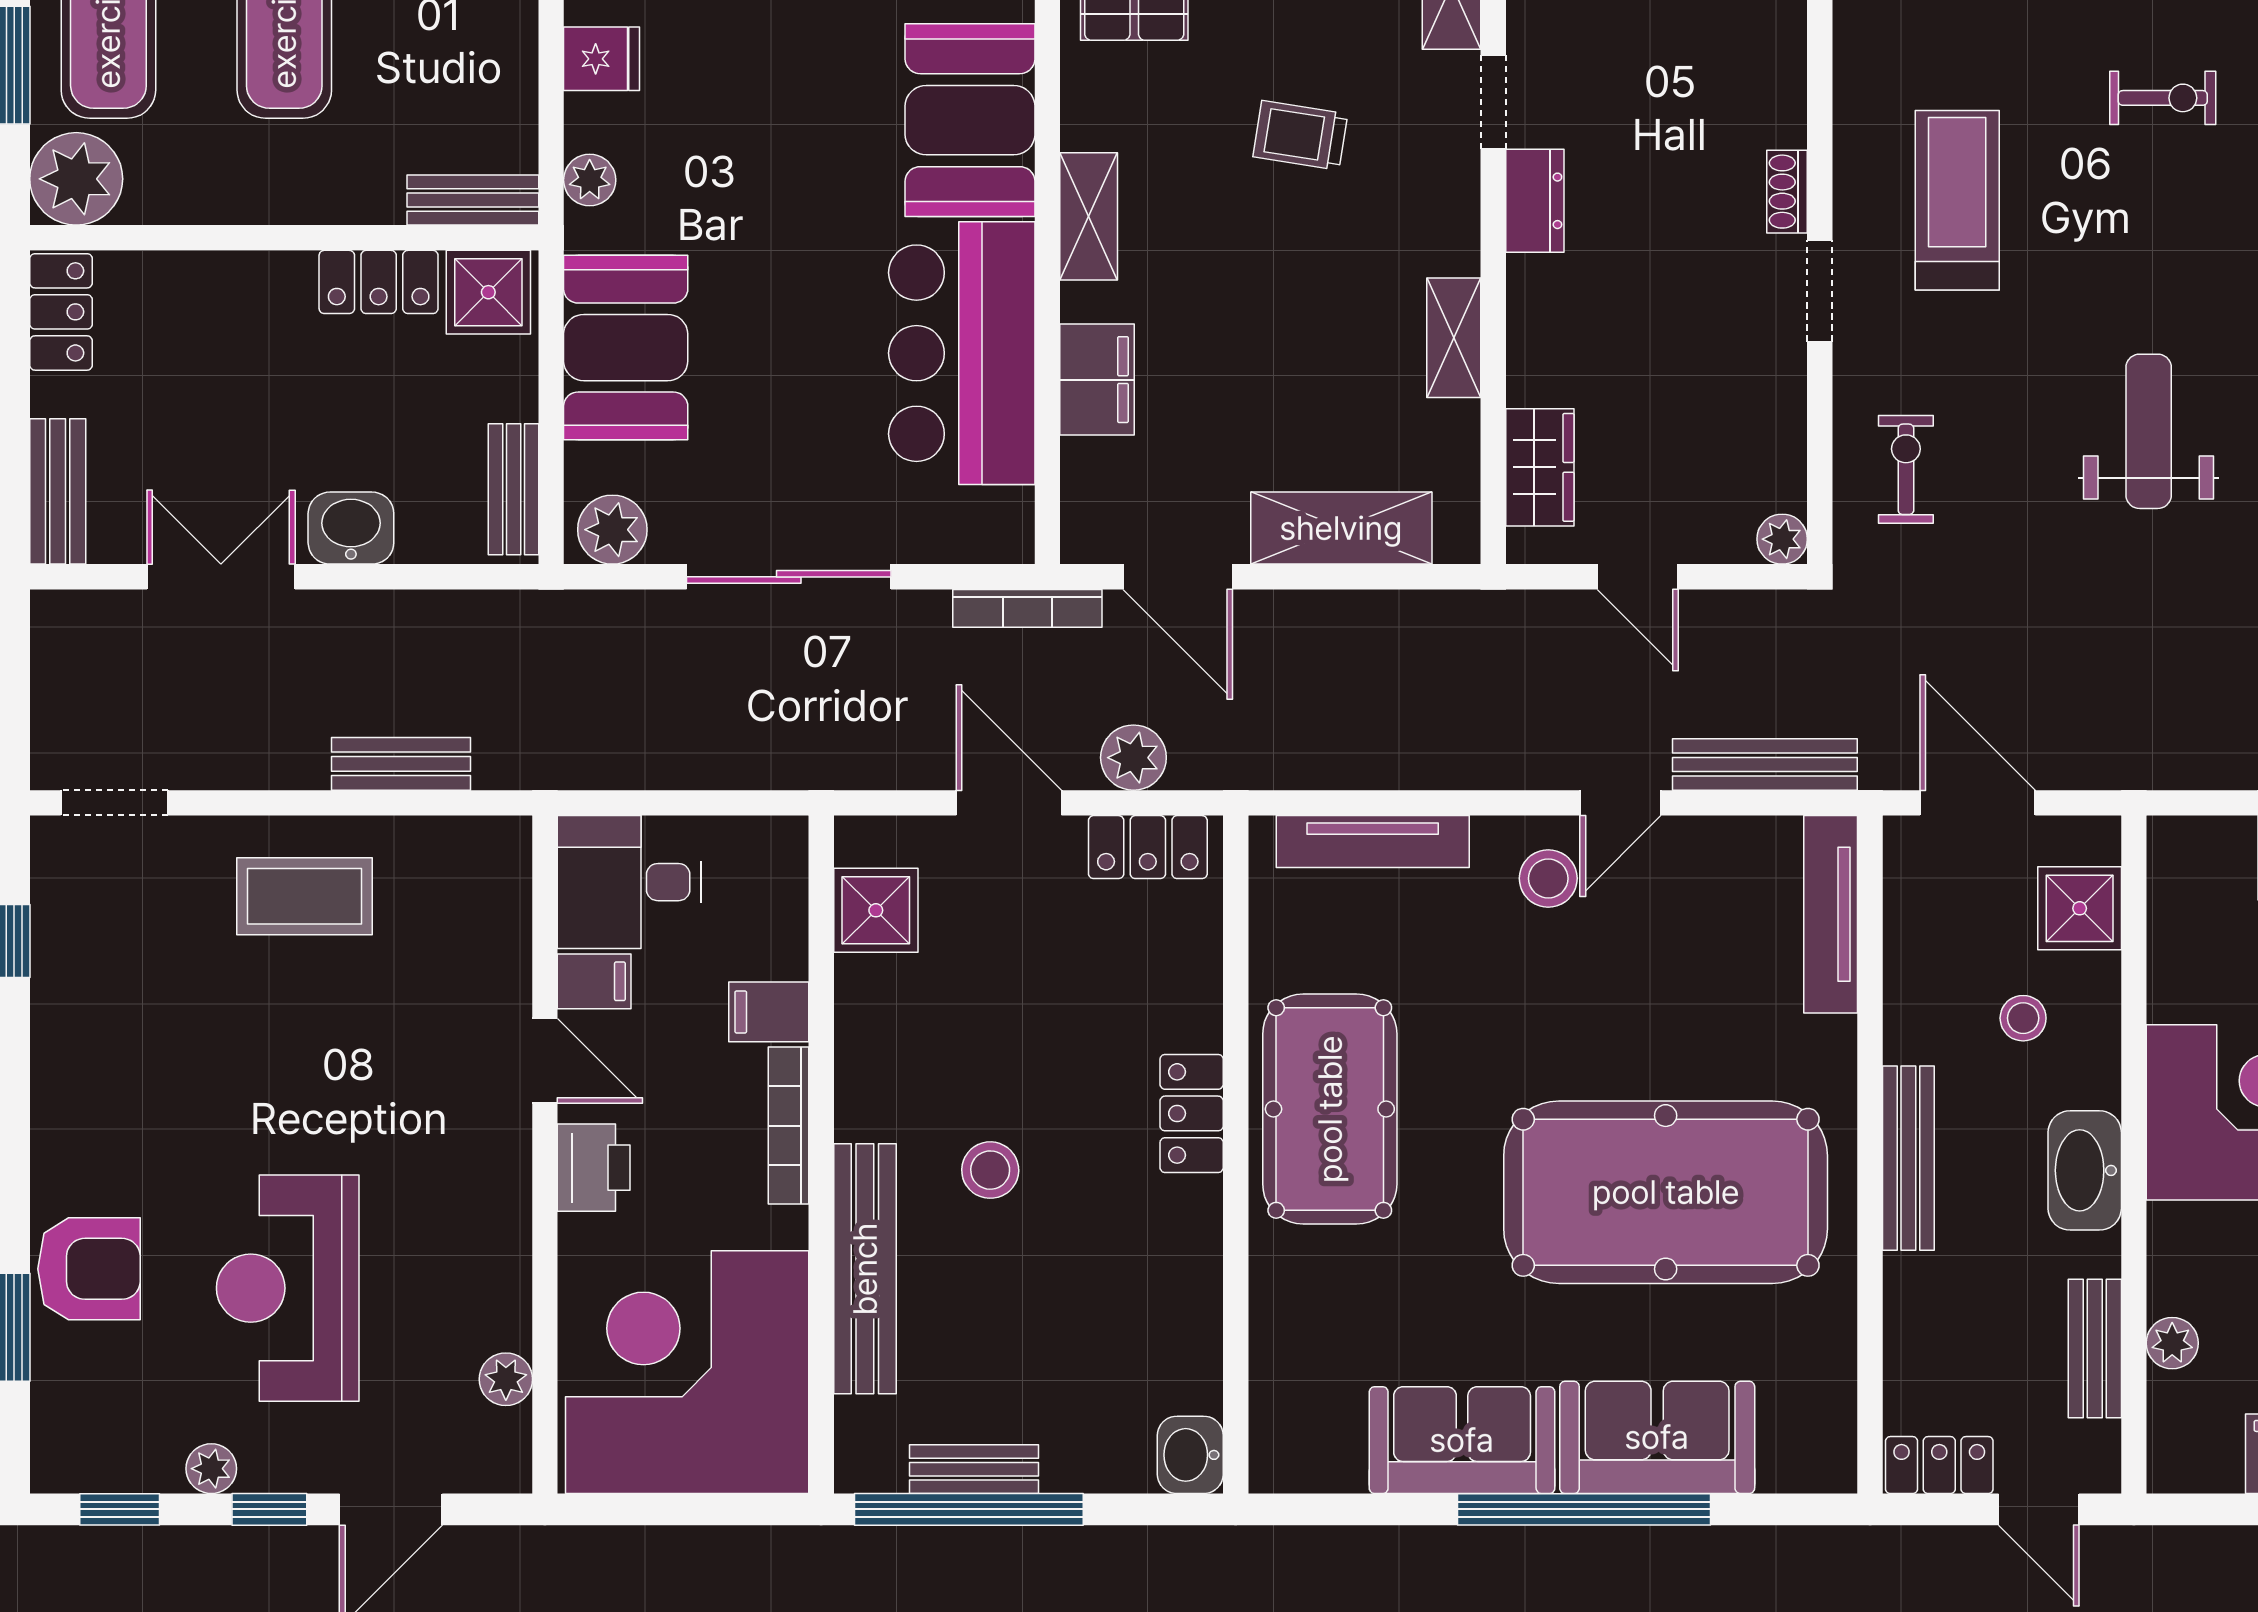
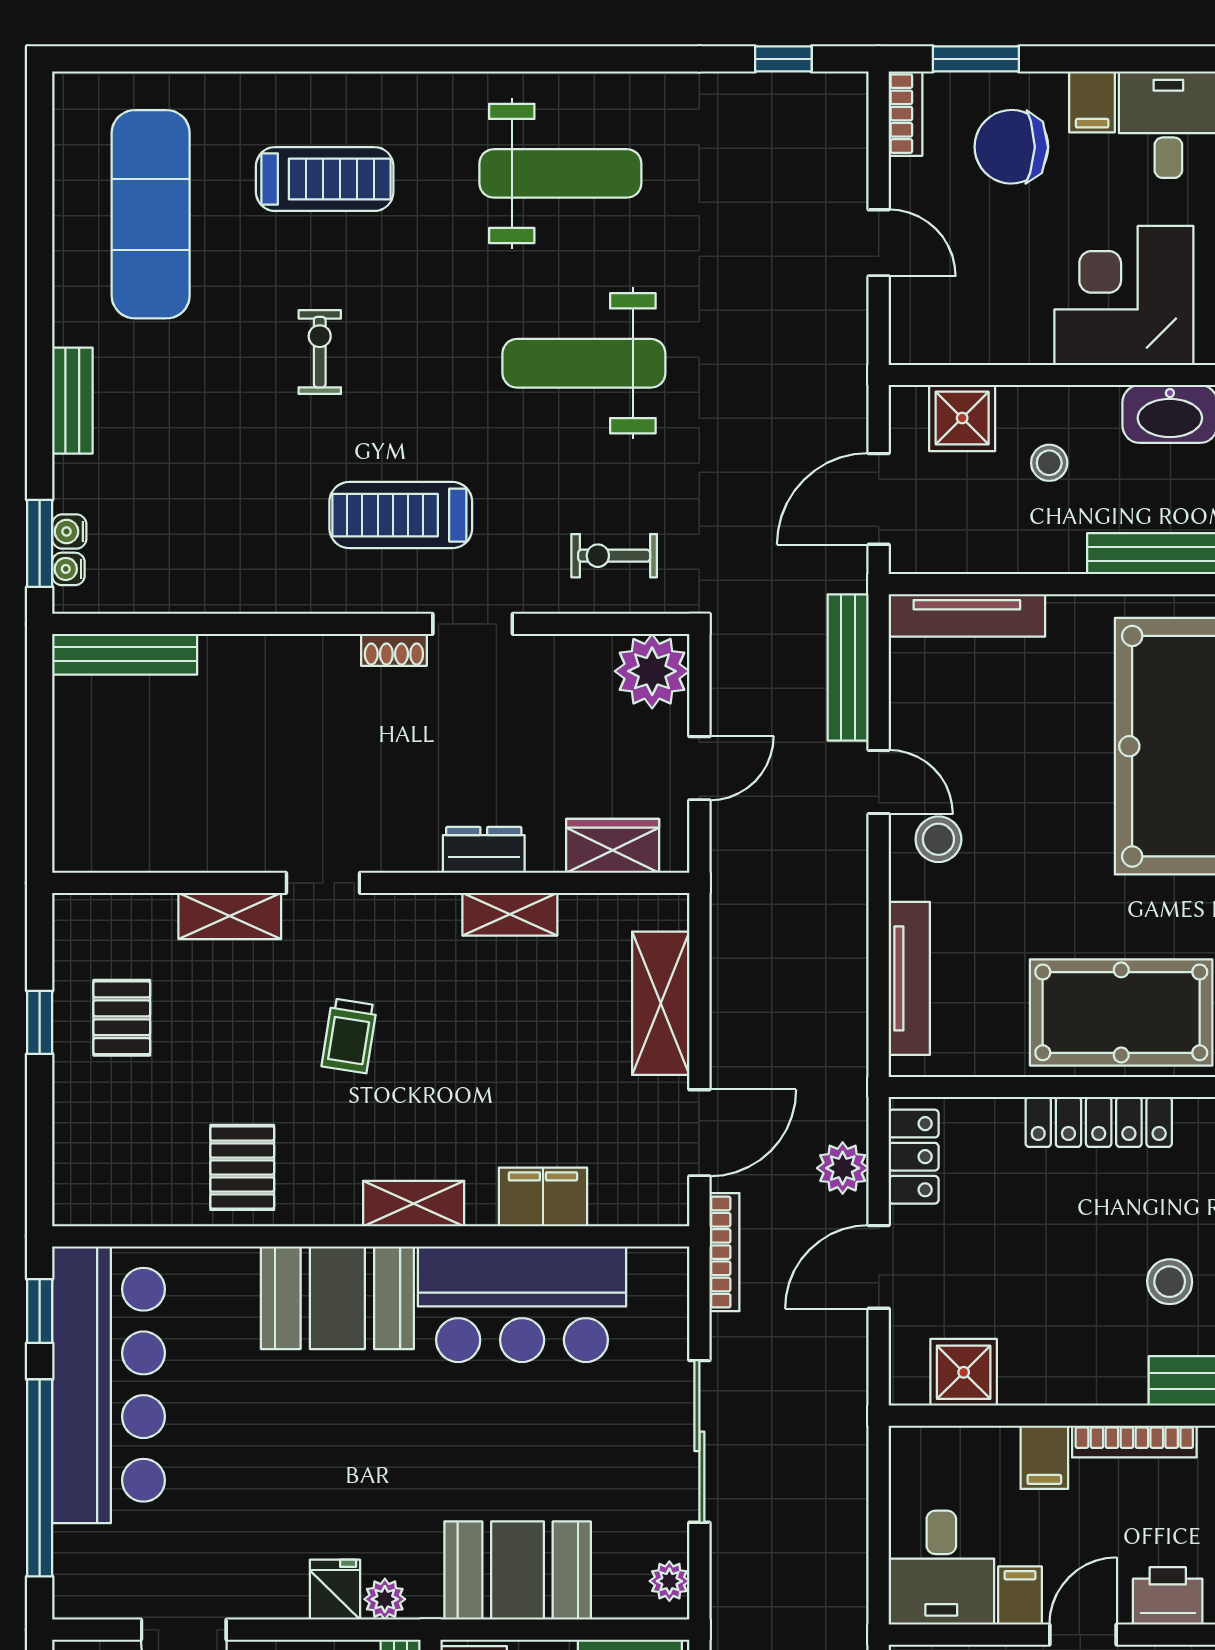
fridge: (602, 59) -> (335, 1590), moved
dresser: (1535, 201) -> (484, 850), moved
weight bench: (2149, 431) -> (584, 363), width x1.36, depth x1.33
plant: (612, 530) -> (669, 1581), width x0.73, depth x0.73
plant: (1782, 539) -> (652, 671), width x1.88, depth x1.88
locker: (1192, 1113) -> (1099, 1122), width x1.53

